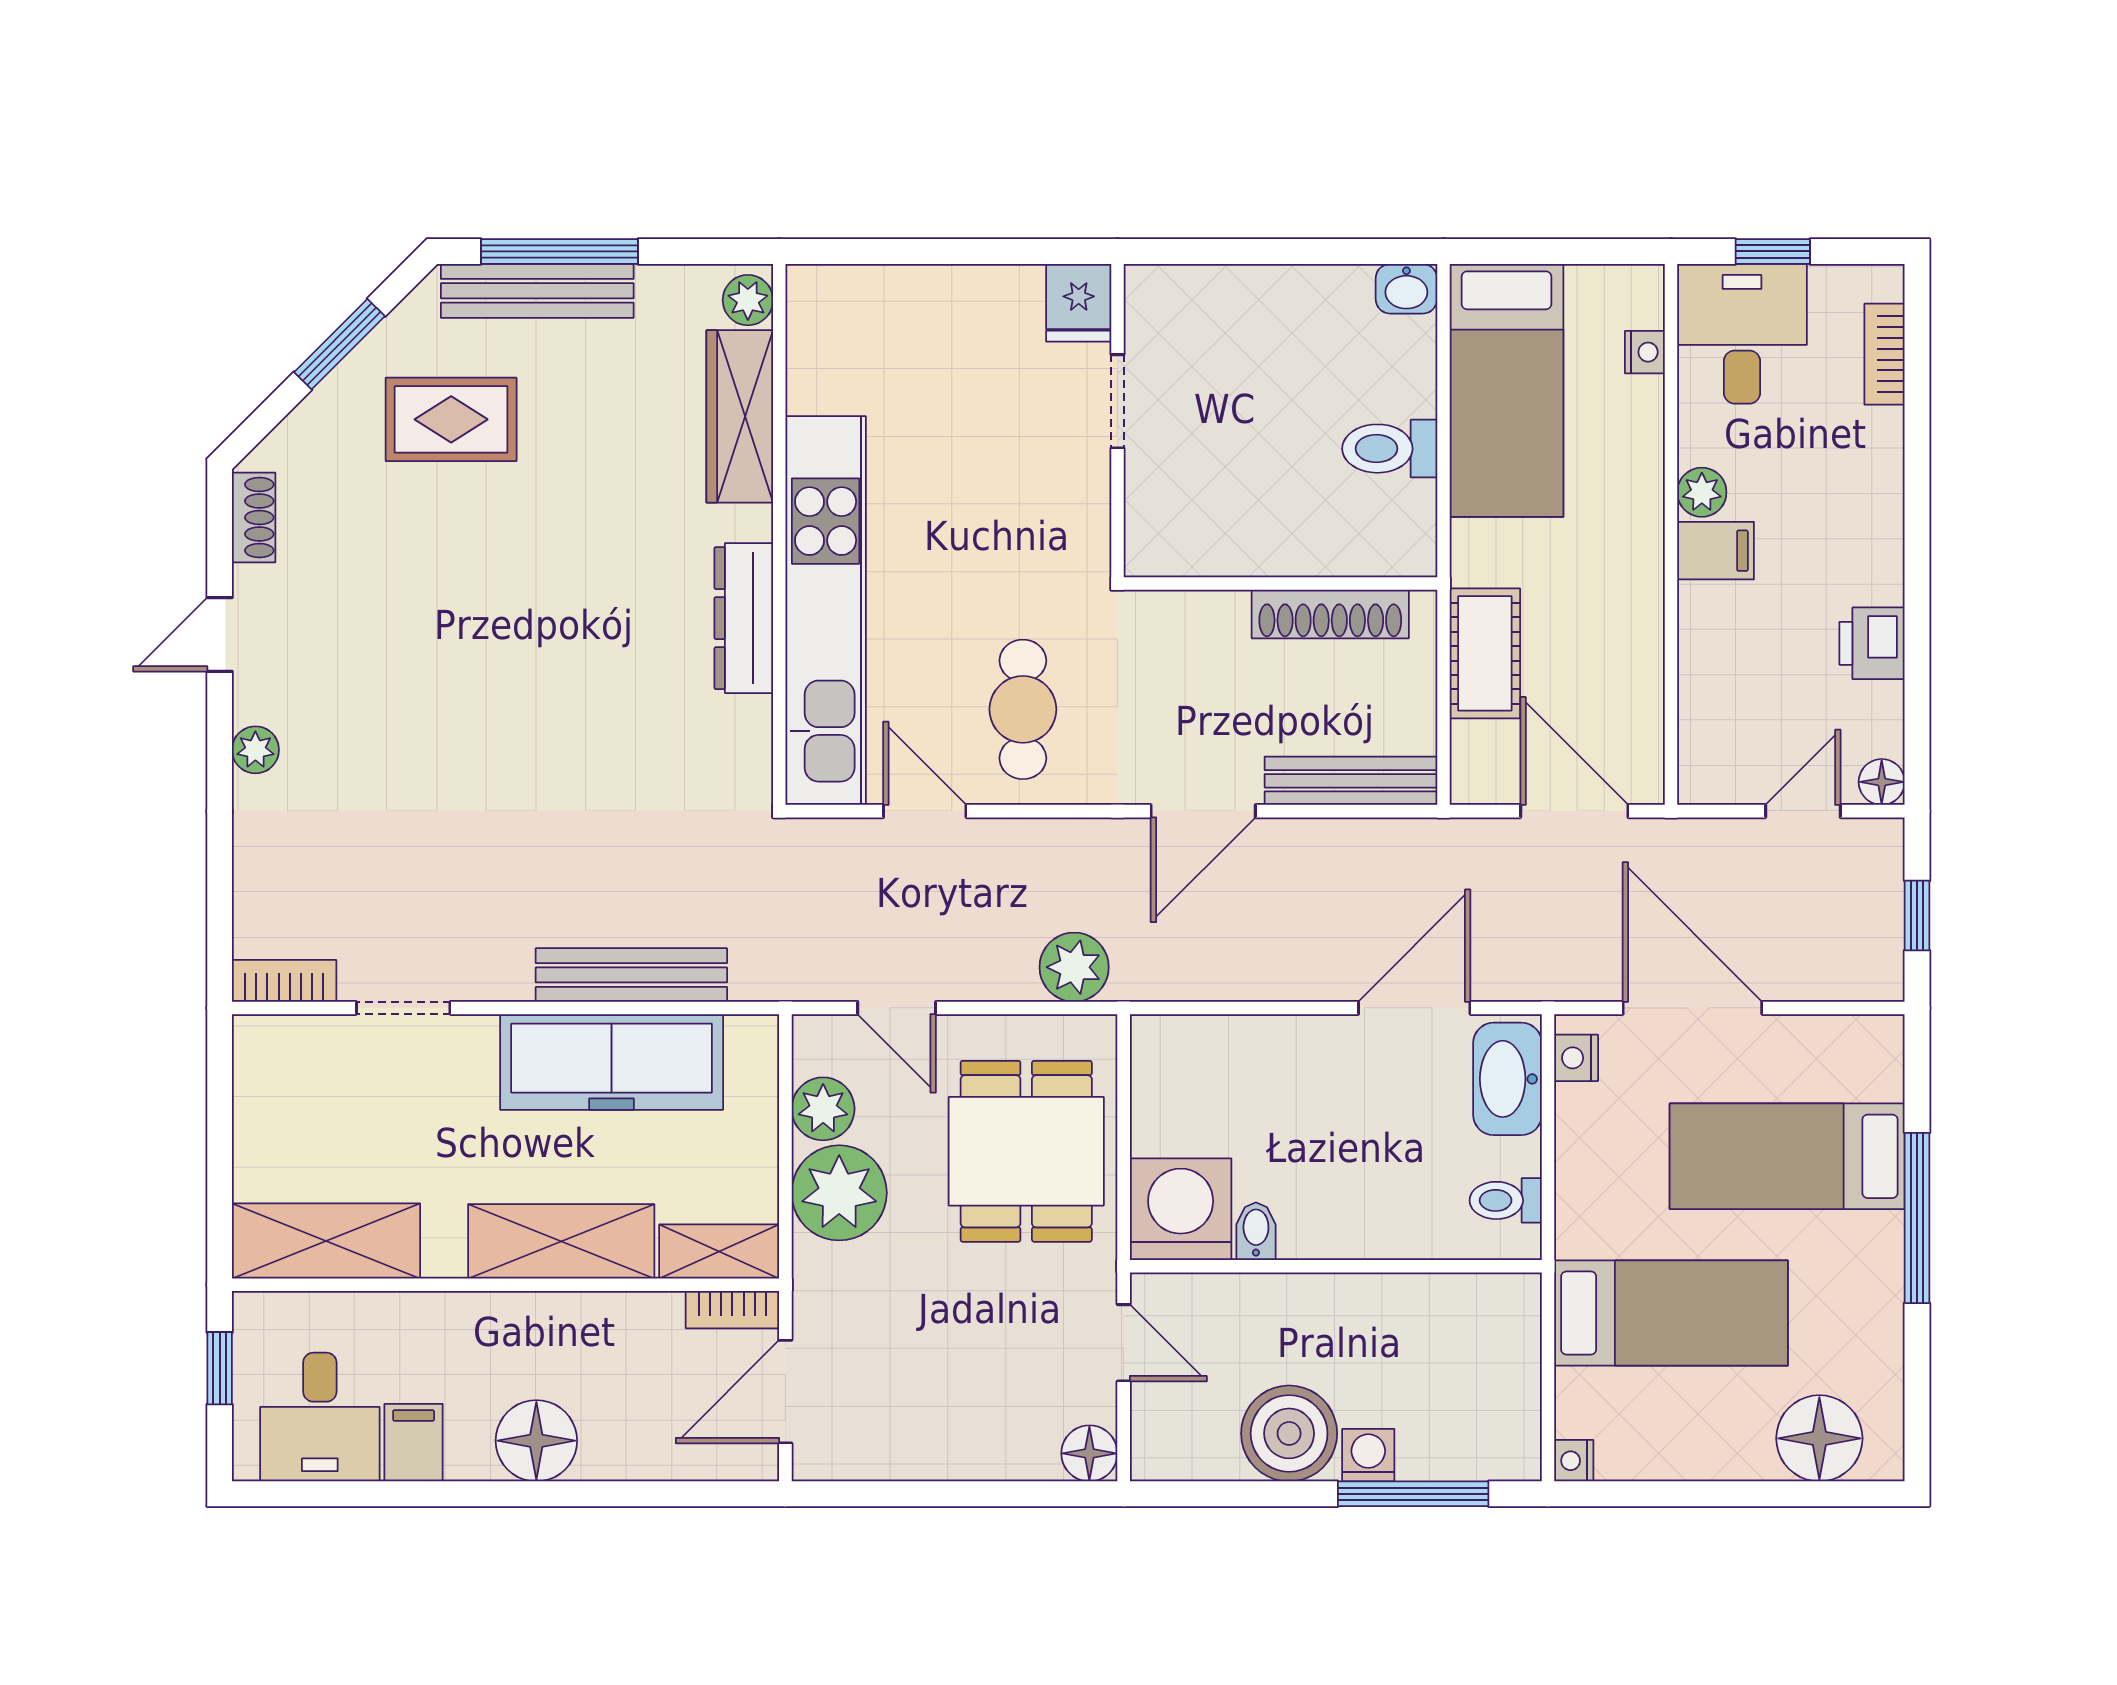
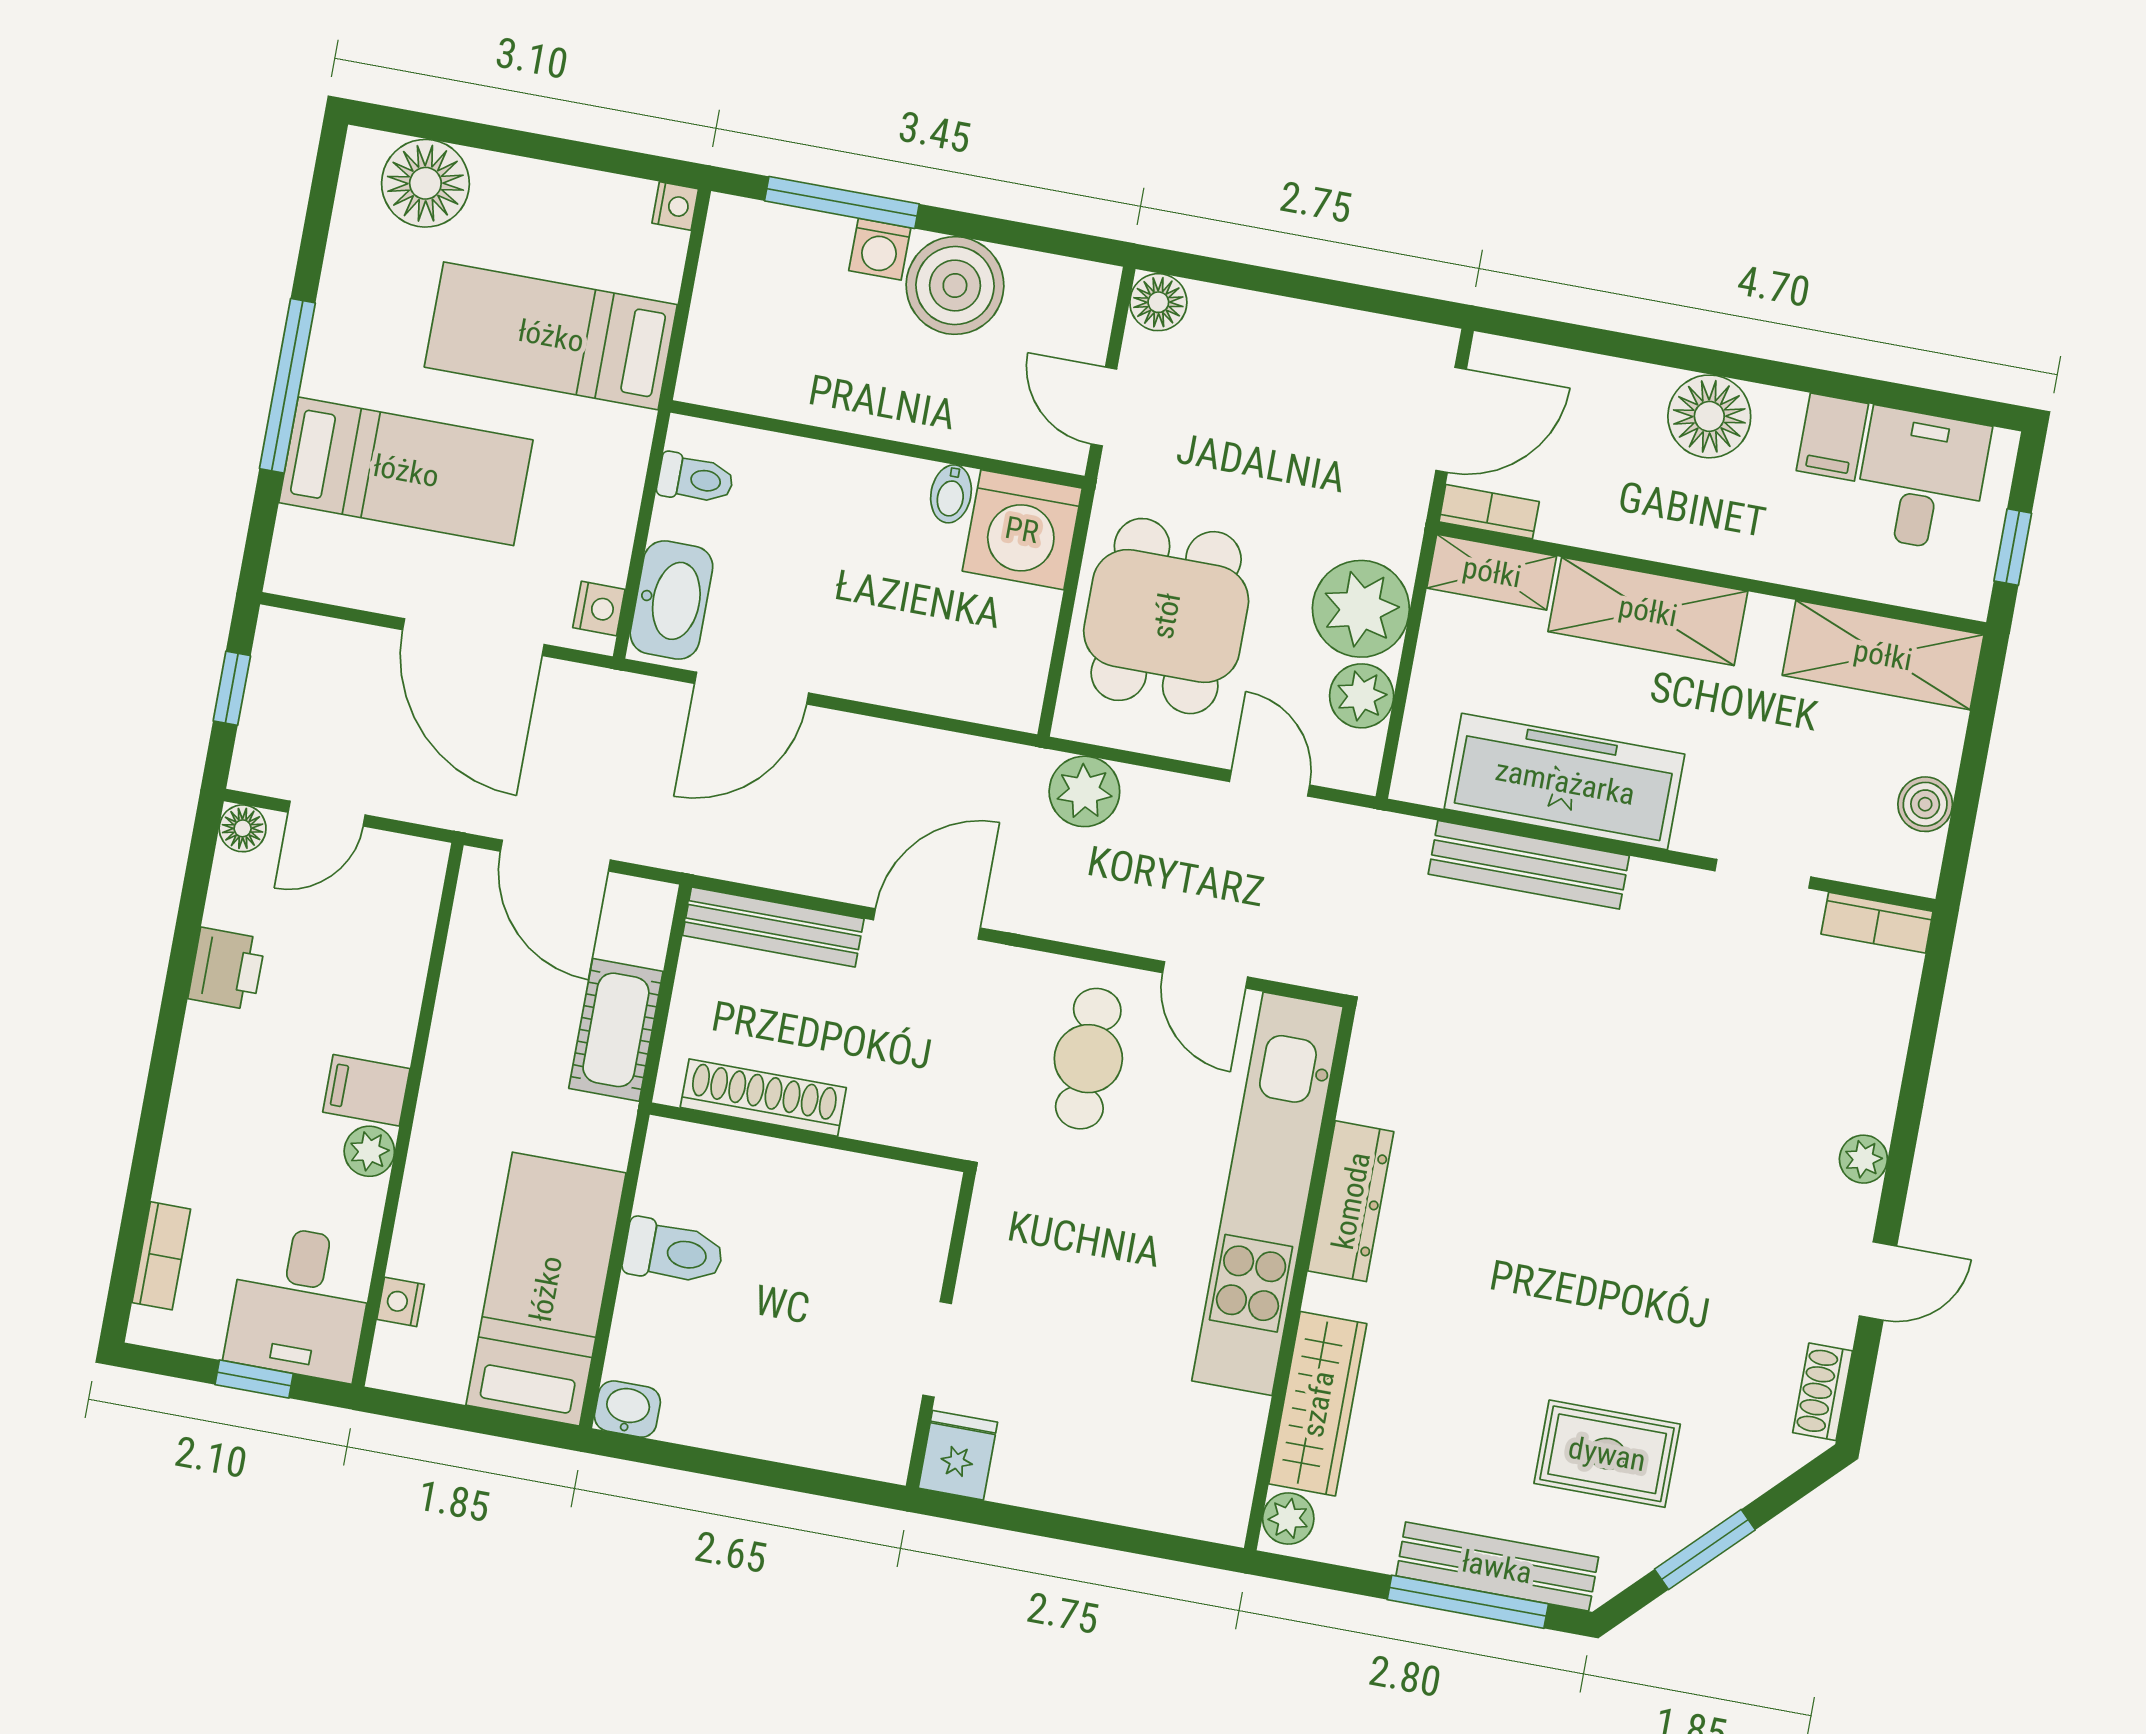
boiler: (259, 1104) -> (1925, 804), added

